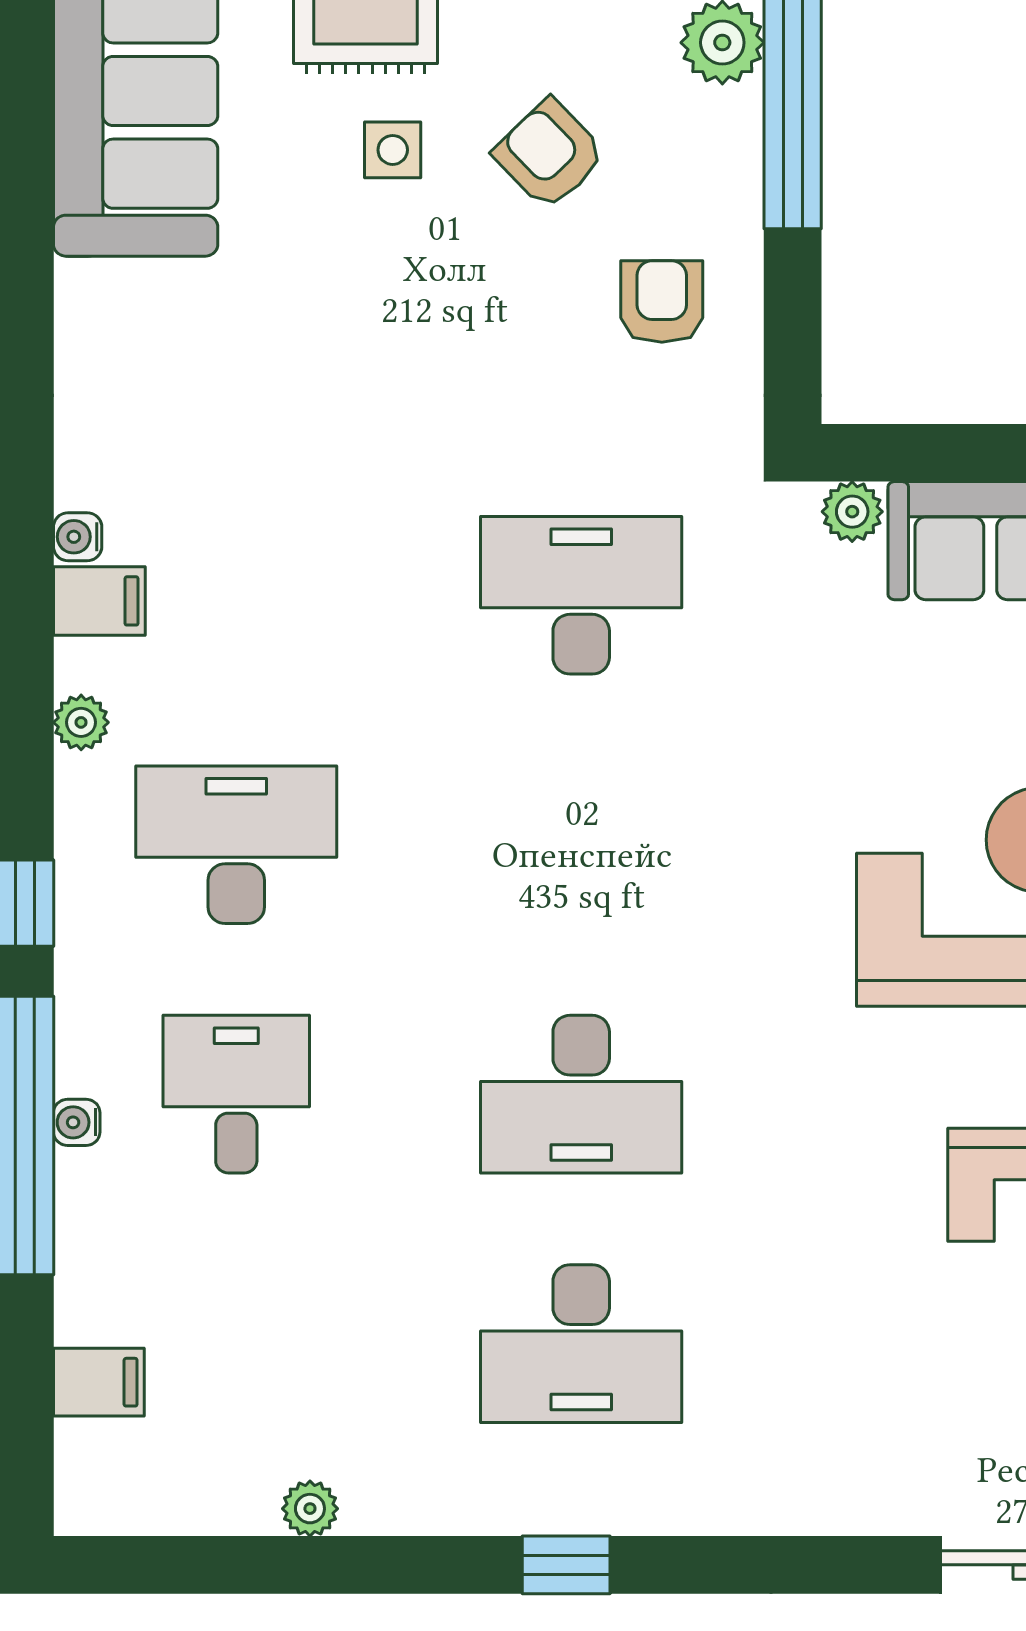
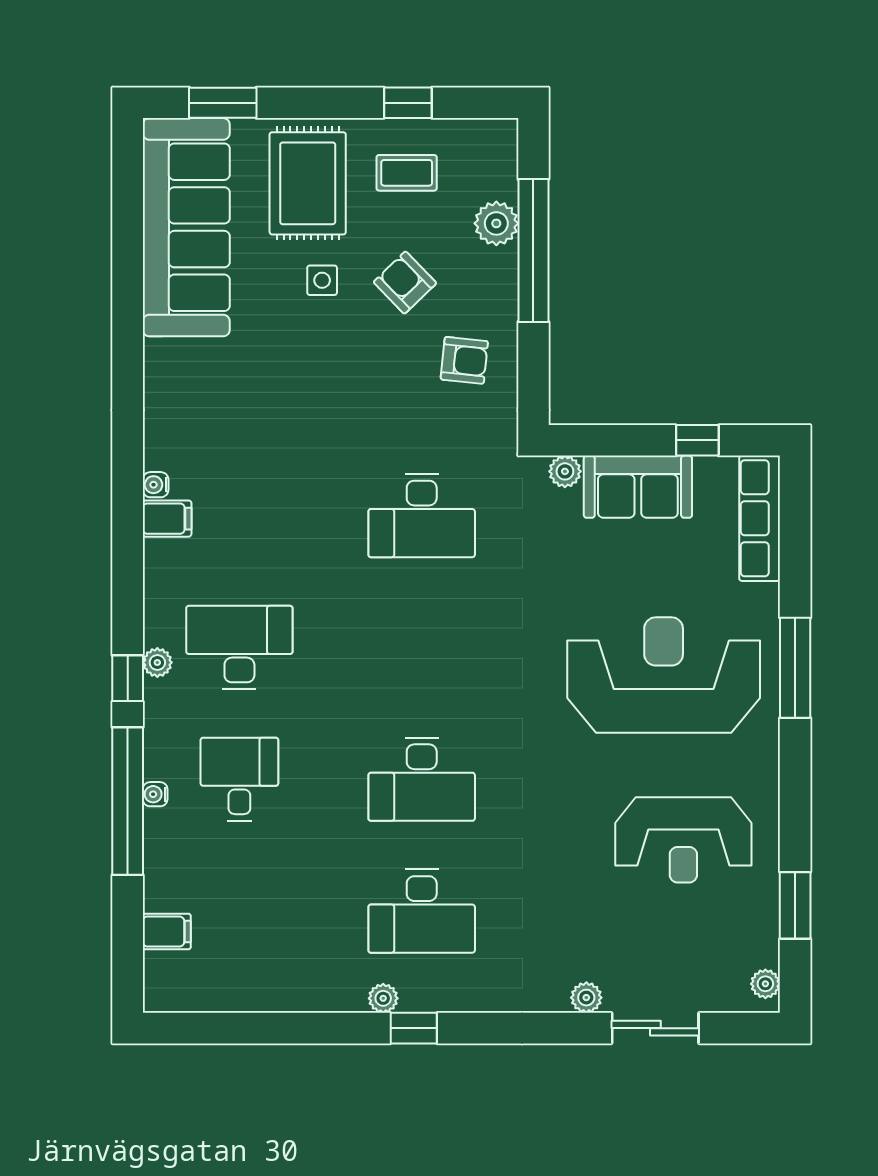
armchair: (662, 302) -> (464, 360), turned 96
desk: (581, 595) -> (422, 516), turned 180
plant: (81, 722) -> (157, 662), moved
plant: (893, 1507) -> (586, 998), added
plant: (310, 1509) -> (383, 998), moved

